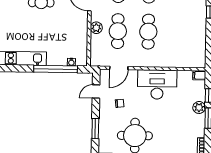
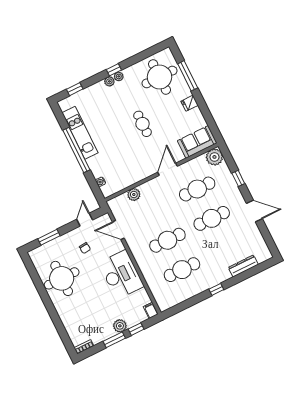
plant: (96, 28) -> (134, 195), moved
cafe table: (118, 31) -> (182, 270), moved
window: (56, 69) -> (76, 150), moved
door: (96, 91) -> (85, 220), hinge flipped

